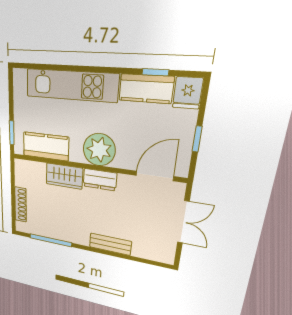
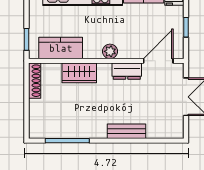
plant: (99, 150) -> (110, 51), width x0.53, depth x0.53
dresser: (100, 180) -> (127, 71), moved
shoe rack: (21, 205) -> (35, 81), moved

